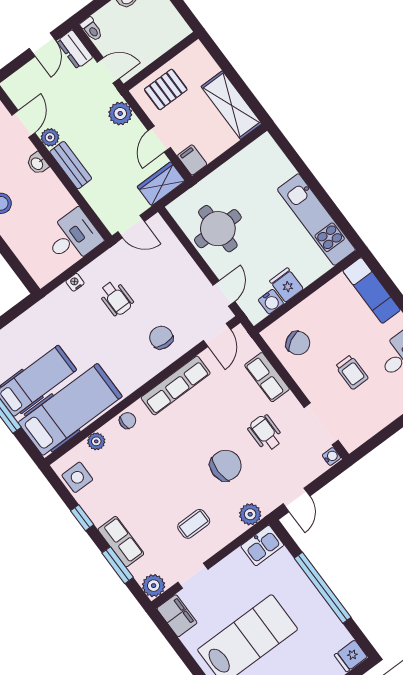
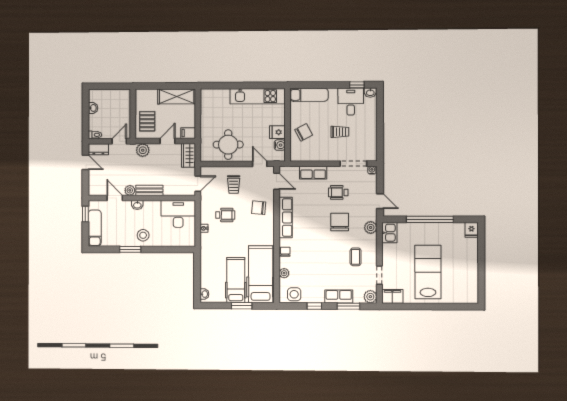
door: (159, 139) -> (168, 141), swing flipped
desk: (73, 237) -> (178, 214), width x1.37
trolley: (167, 278) -> (234, 185), added
chair: (298, 343) -> (304, 132), moved

